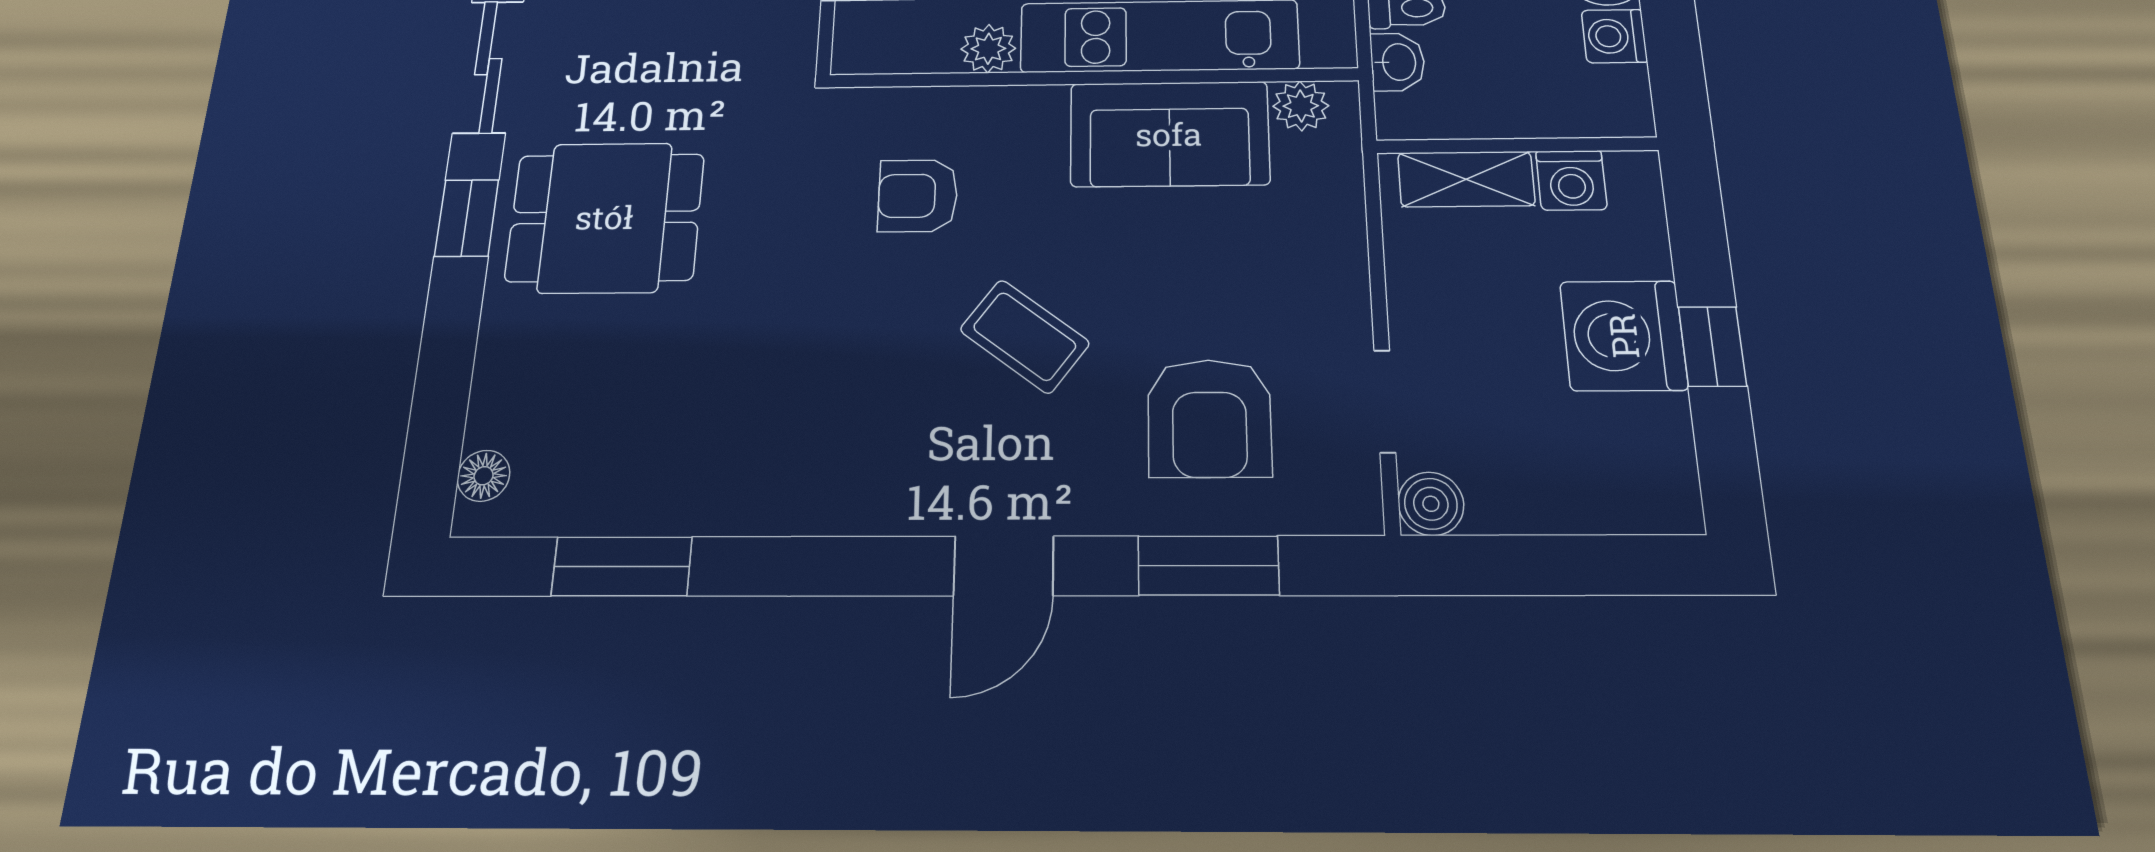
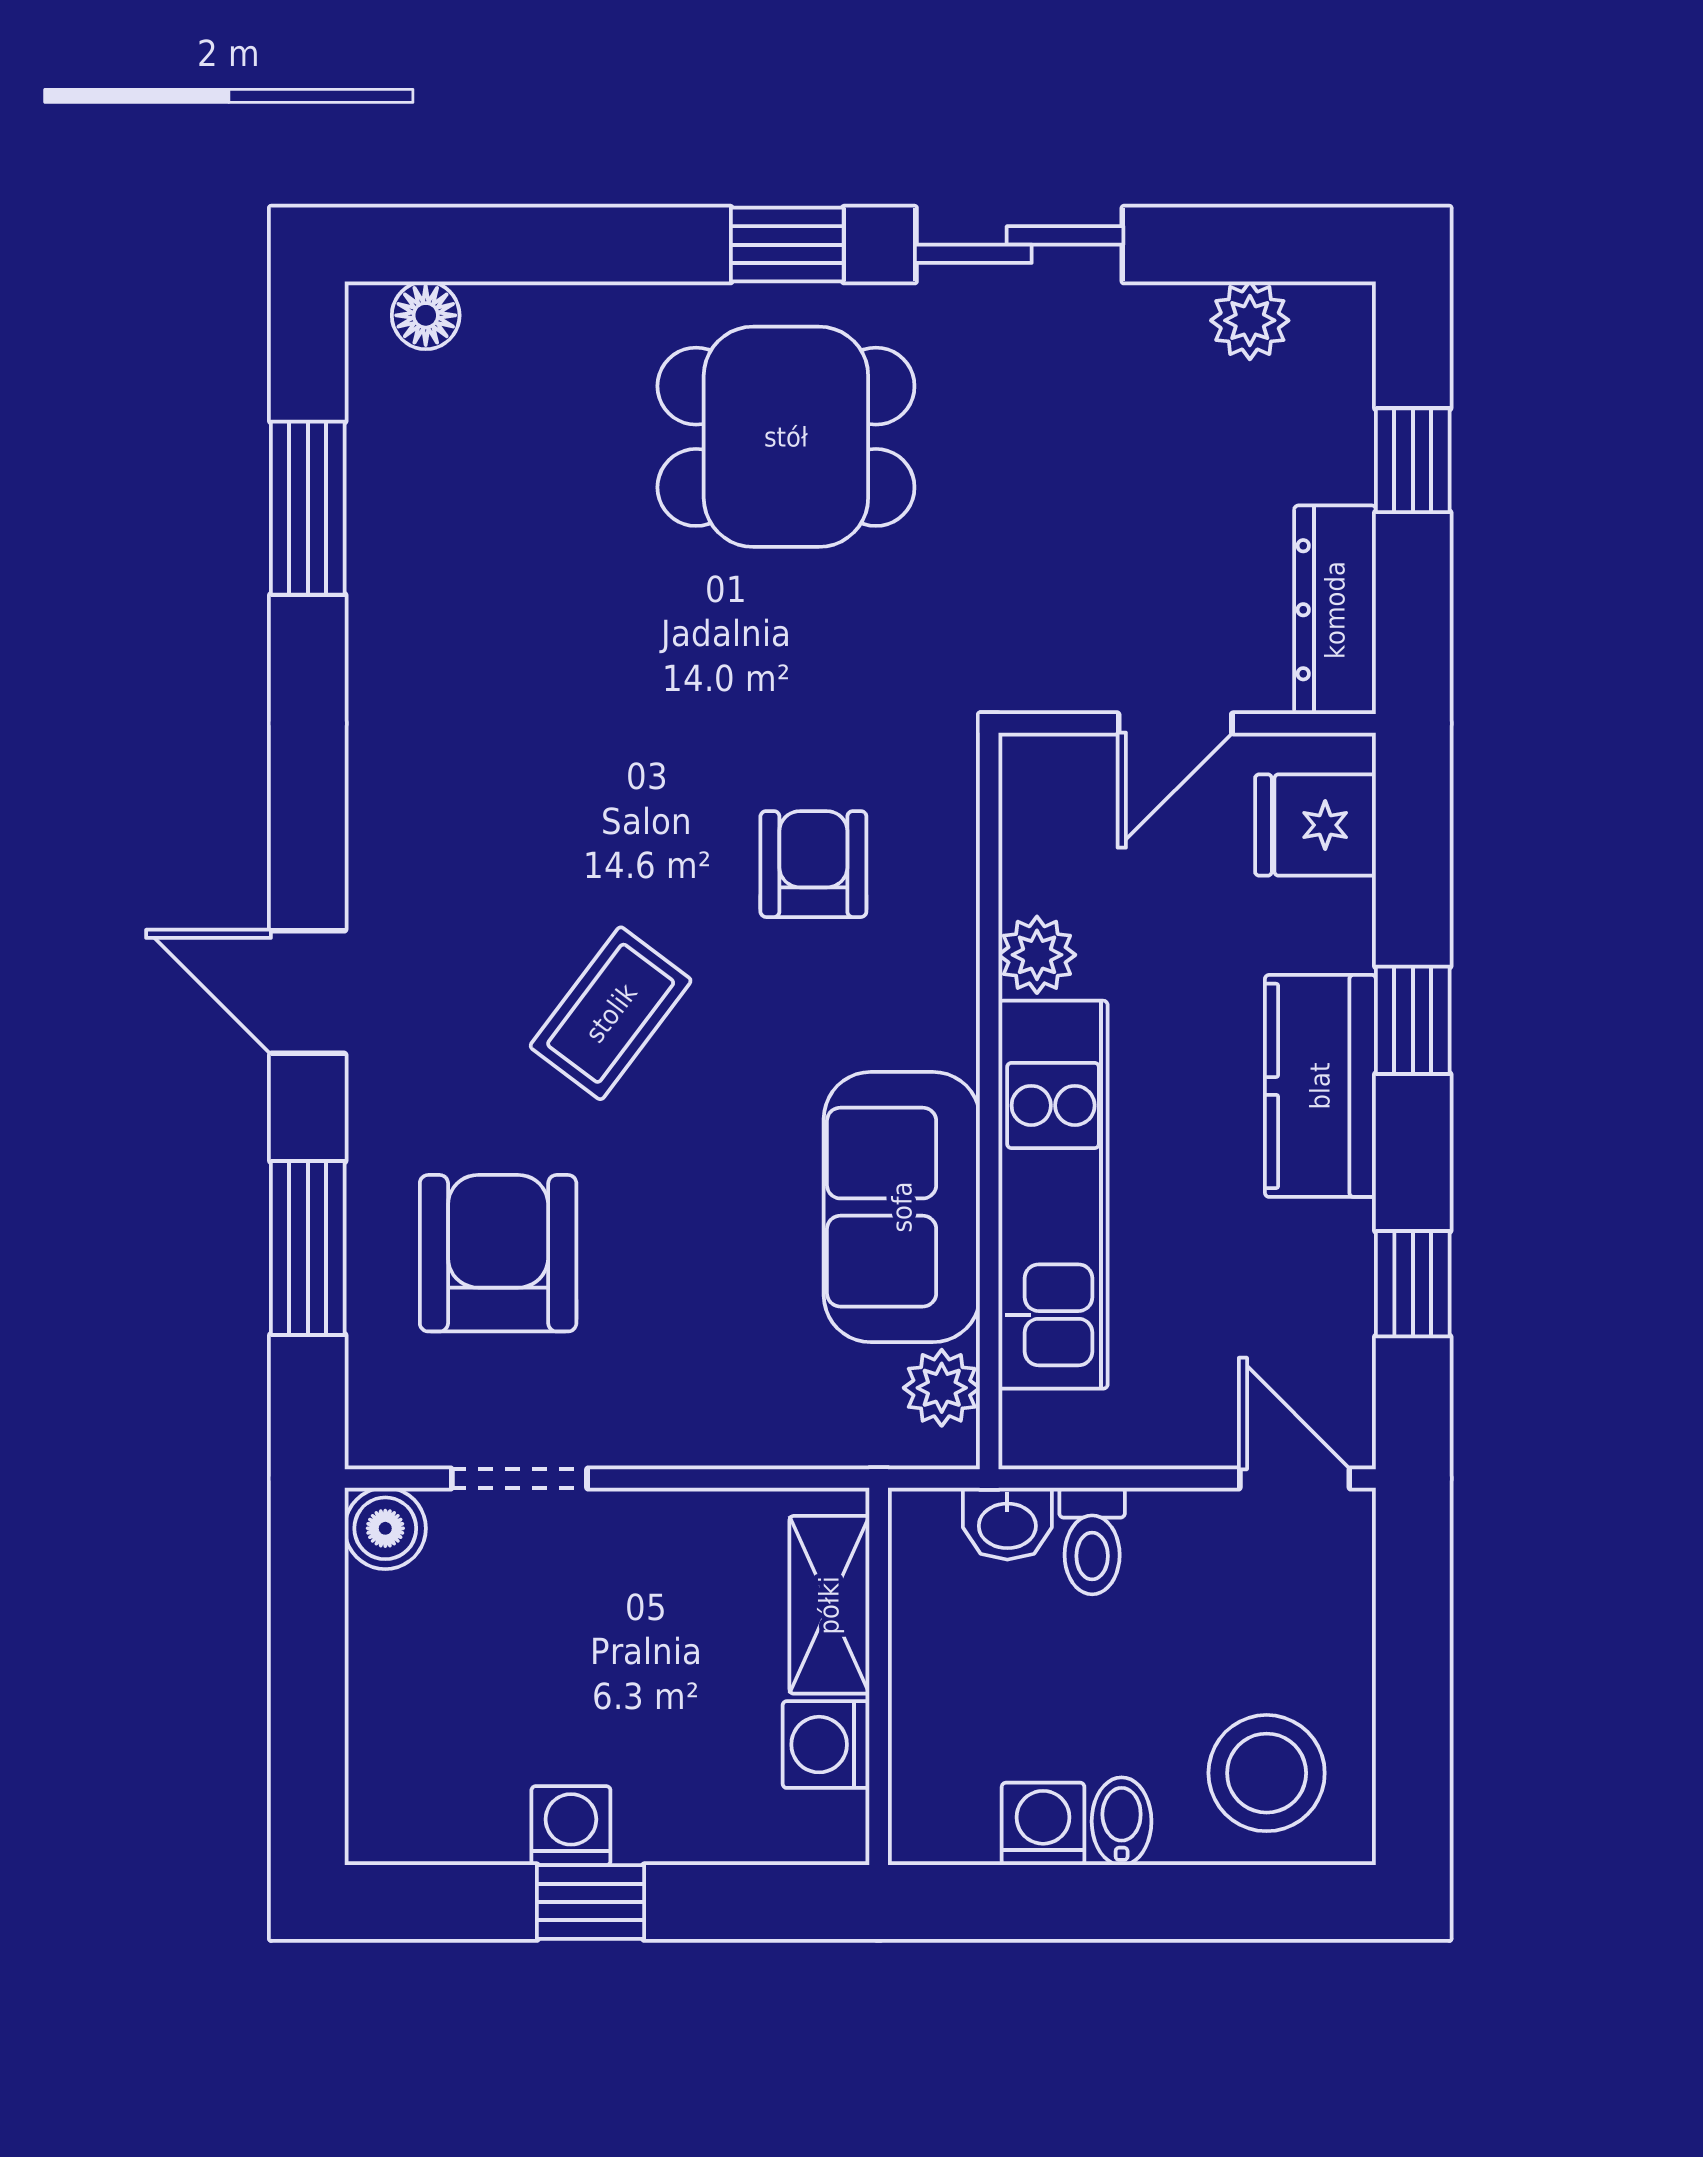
dining table: (605, 217) -> (786, 437), turned 90
washing machine: (1623, 336) -> (571, 1826), width x0.53, depth x0.53
armchair: (1209, 418) -> (498, 1253), turned 90

